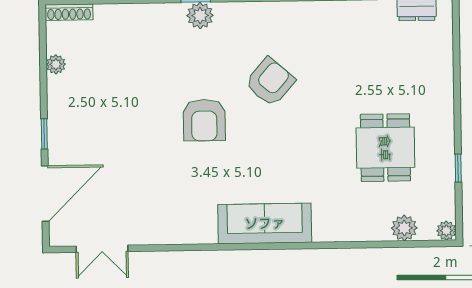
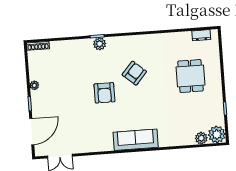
plant: (56, 64) -> (34, 85), moved
dining table: (385, 148) -> (190, 76), moved
plant: (446, 231) -> (217, 134), width x1.88, depth x1.88

